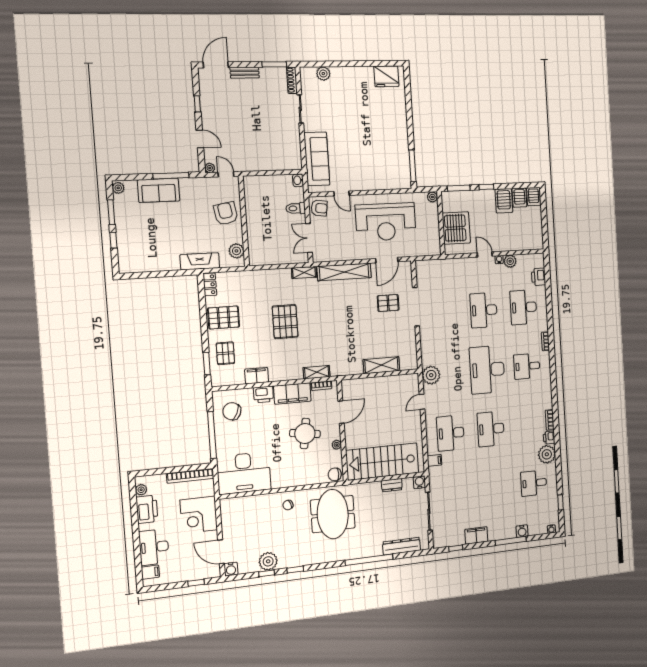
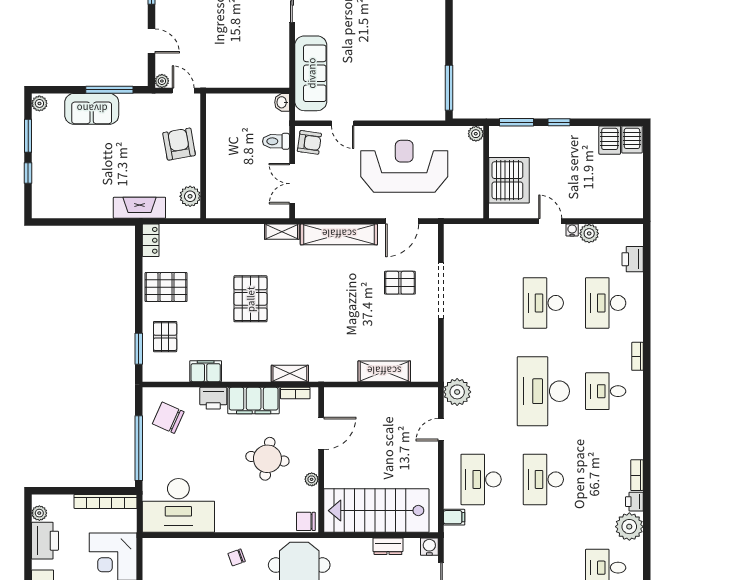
server rack: (504, 201) -> (585, 144), removed
reception desk: (386, 222) -> (404, 166), turned 180

